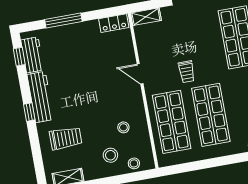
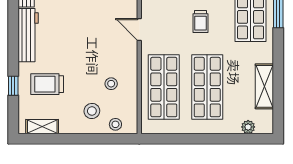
trolley: (187, 72) -> (201, 22), moved
window: (29, 112) -> (13, 86), moved
trolley: (66, 138) -> (47, 84), turned 180

